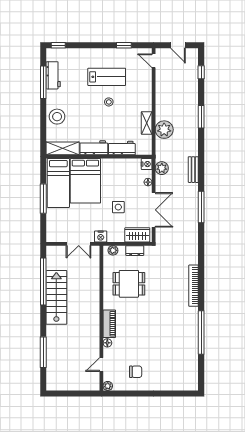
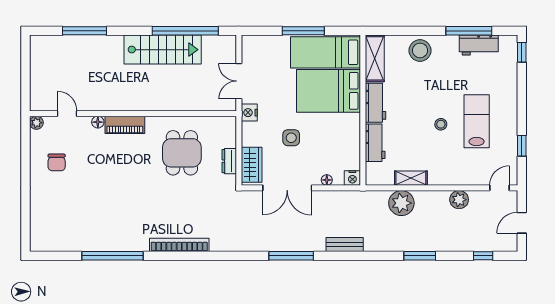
lab bench: (107, 77) -> (477, 121), turned 180
plant: (162, 168) -> (459, 200), moved
plant: (113, 250) -> (230, 130), removed

